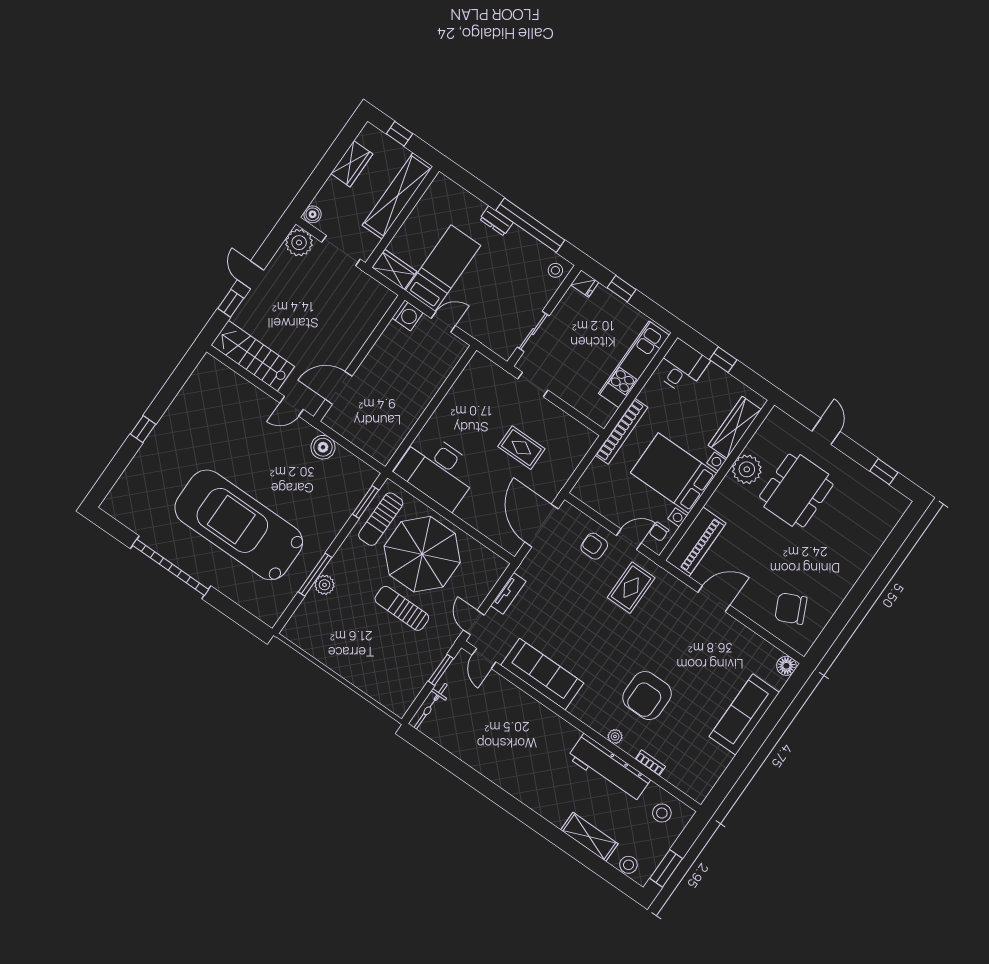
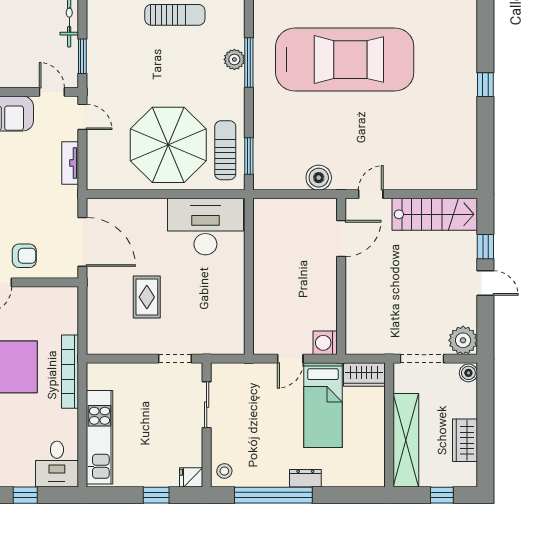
rug: (521, 448) -> (147, 297), turned 90
sun lounger: (402, 608) -> (175, 15), moved

